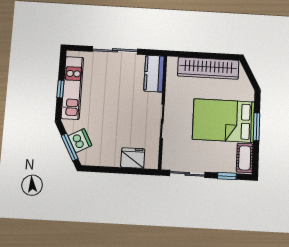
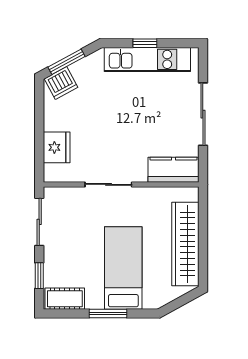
bed: (223, 120) -> (123, 268), width x0.67
dishwasher: (80, 141) -> (61, 83), moved

